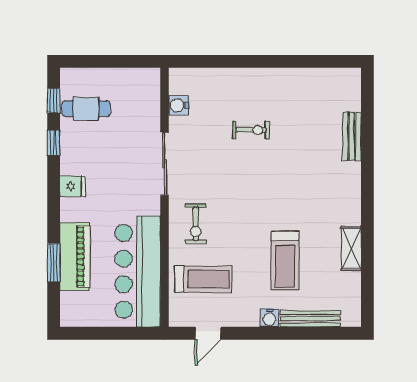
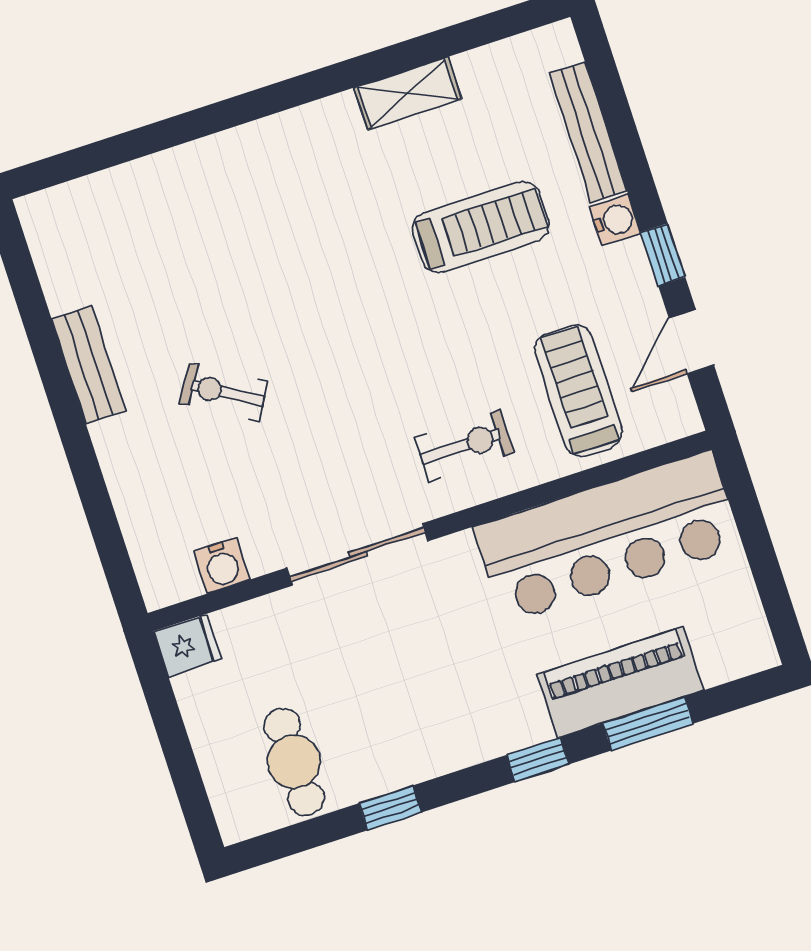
window: (54, 100) -> (538, 760), moved
exercise bike: (251, 130) -> (224, 392), turned -59
bench: (352, 136) -> (89, 365), moved, turned 90
fridge: (72, 186) -> (188, 645), moved, turned 90
door: (208, 333) -> (691, 342), swing flipped
window: (249, 333) -> (663, 254), added

